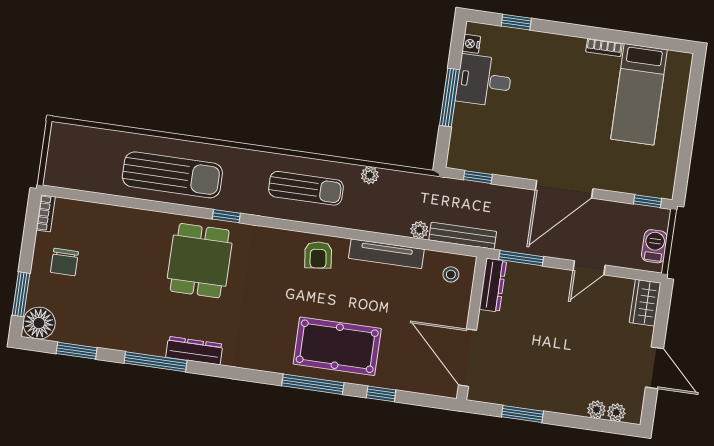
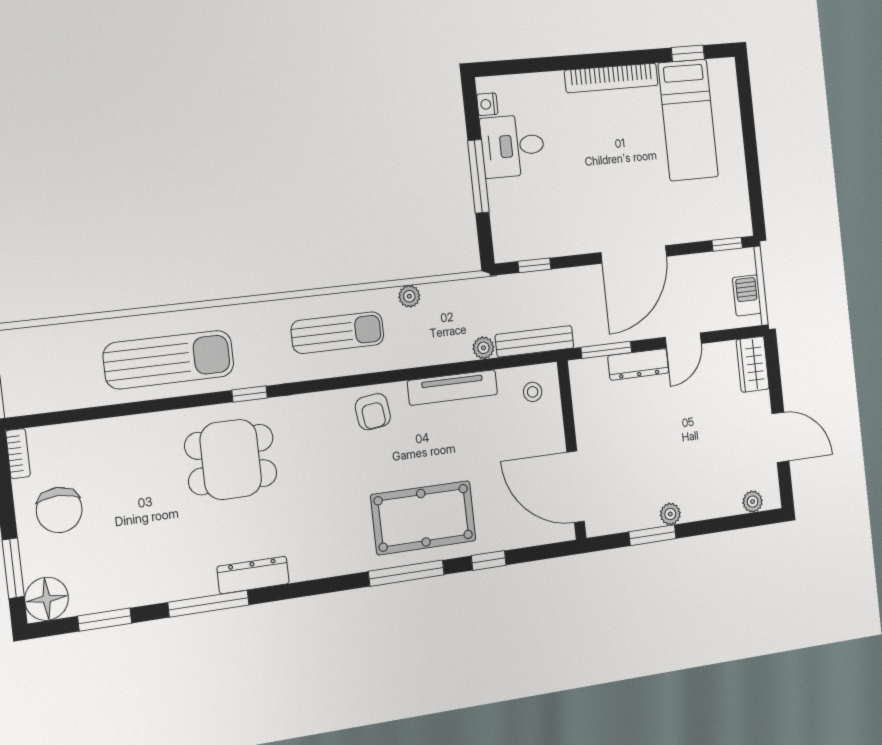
window: (516, 22) -> (688, 53), moved
bookcase: (604, 47) -> (611, 78), width x2.31, depth x1.31
dining table: (200, 261) -> (231, 460), turned 90
chair: (64, 262) -> (59, 510), width x1.37, depth x1.37
dresser: (493, 285) -> (638, 364), moved, turned 90
plant: (596, 410) -> (670, 514), moved

